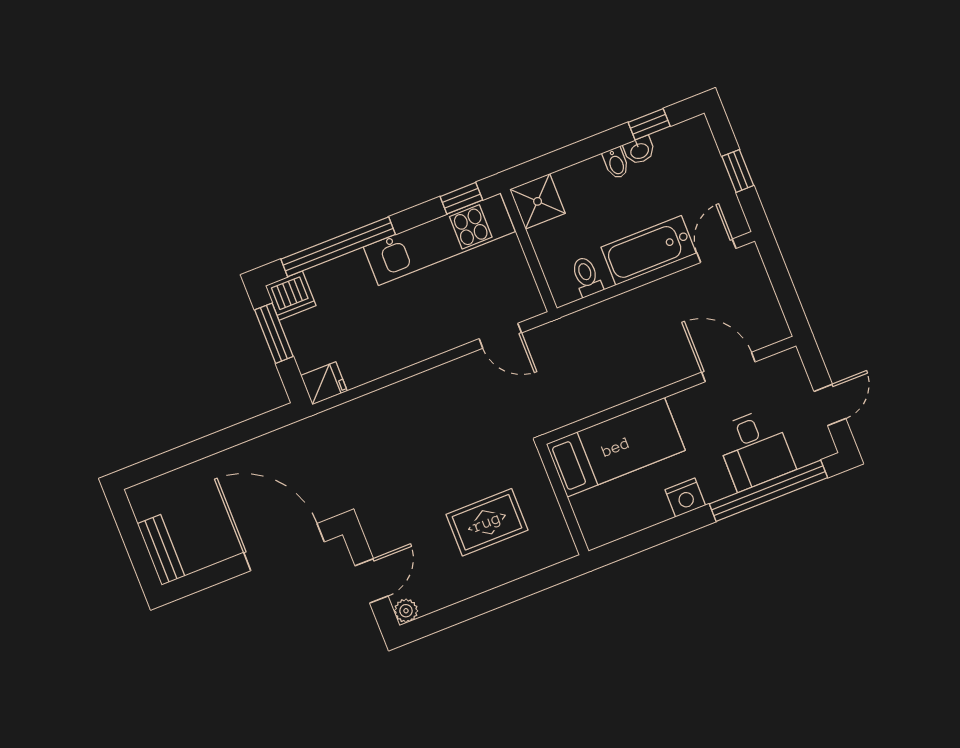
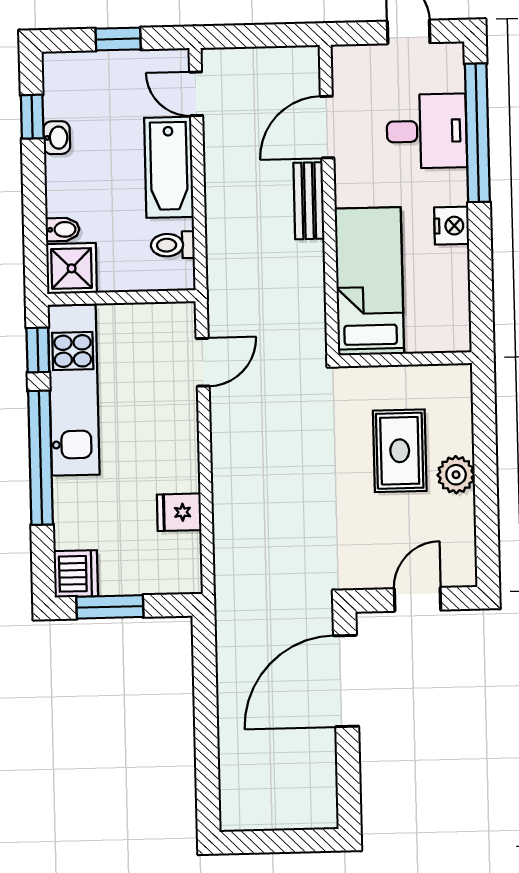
bidet: (616, 163) -> (63, 229), moved
window: (338, 247) -> (40, 458), moved
fridge: (324, 383) -> (179, 512), moved, turned -90
bench: (161, 550) -> (309, 201), moved, turned 90
door: (371, 581) -> (418, 599), hinge flipped
plant: (406, 611) -> (456, 475), moved, width x1.38, depth x1.38

